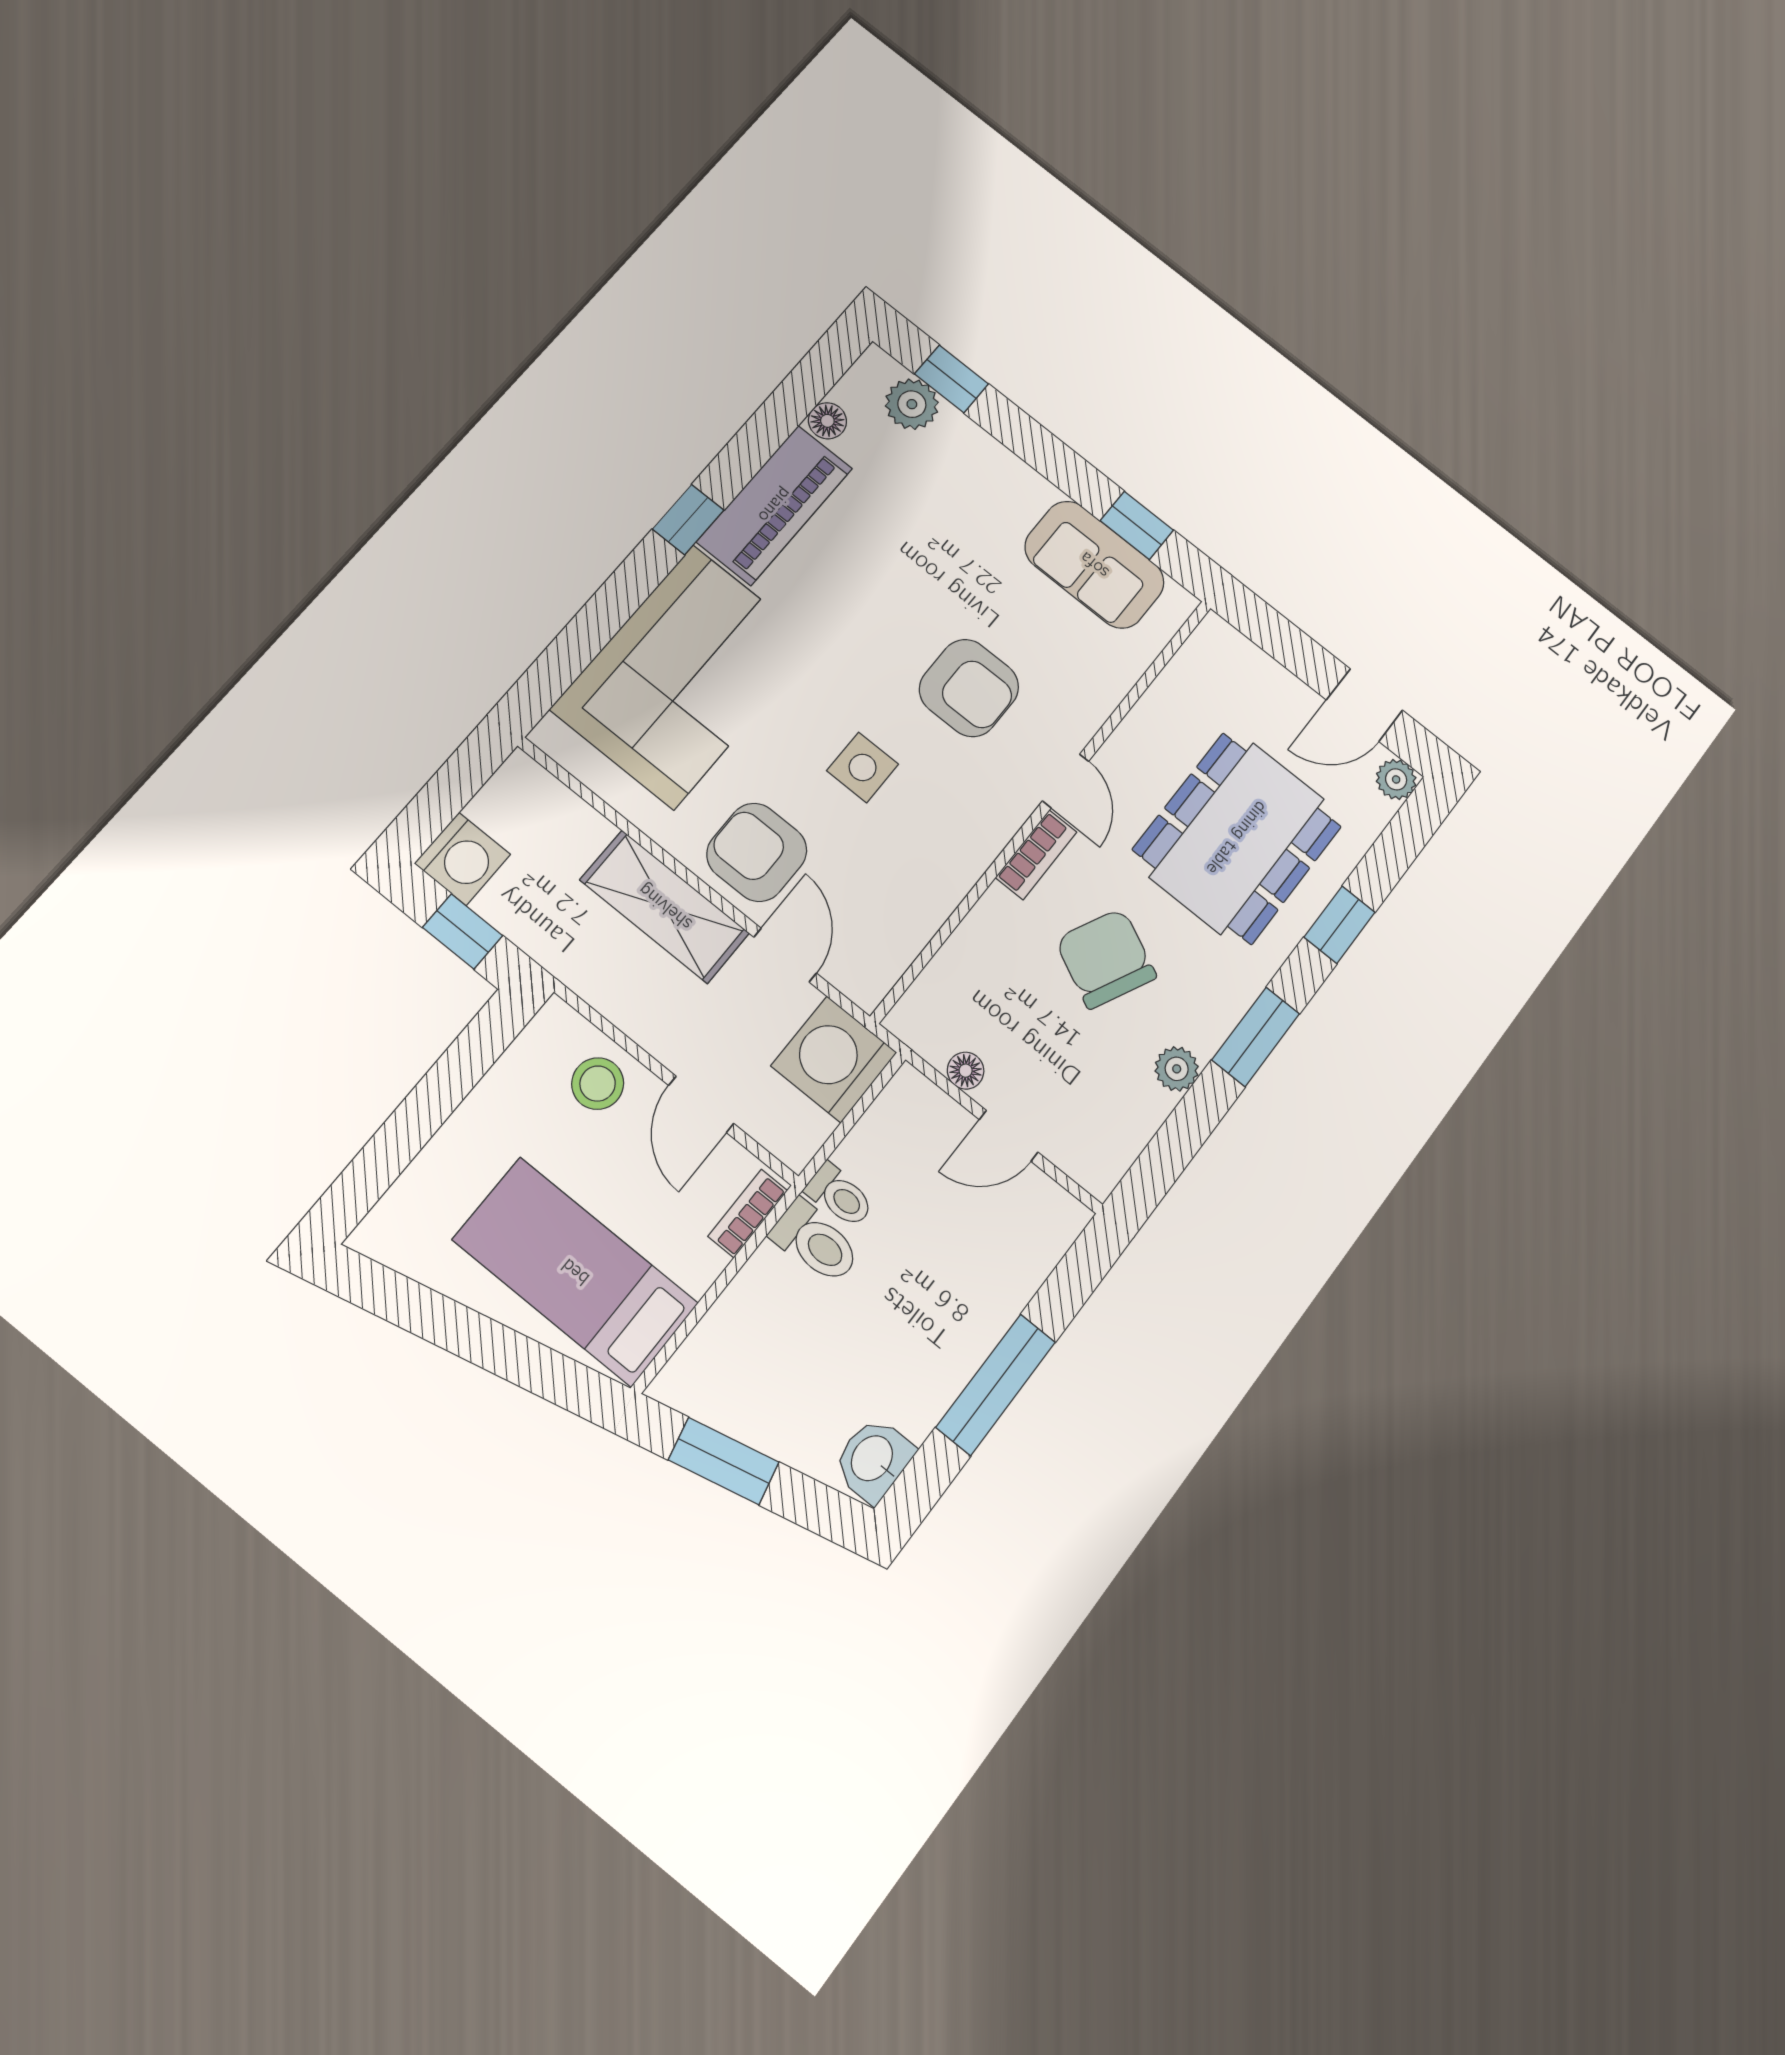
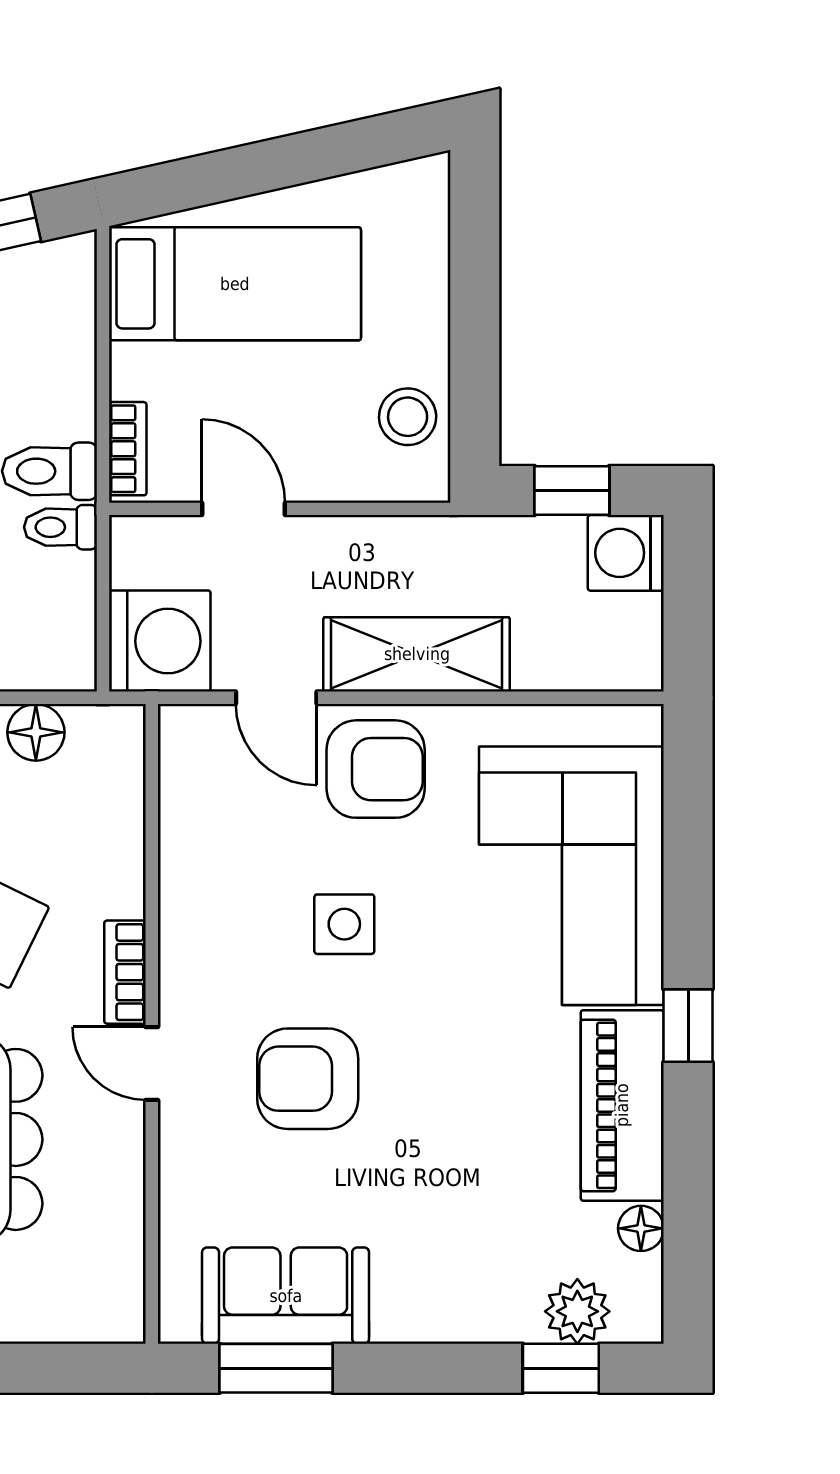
window: (1137, 525) -> (276, 1368), width x1.50
floor lamp: (966, 1071) -> (36, 732), width x1.37, depth x1.37
stool: (598, 1084) -> (408, 417), moved

